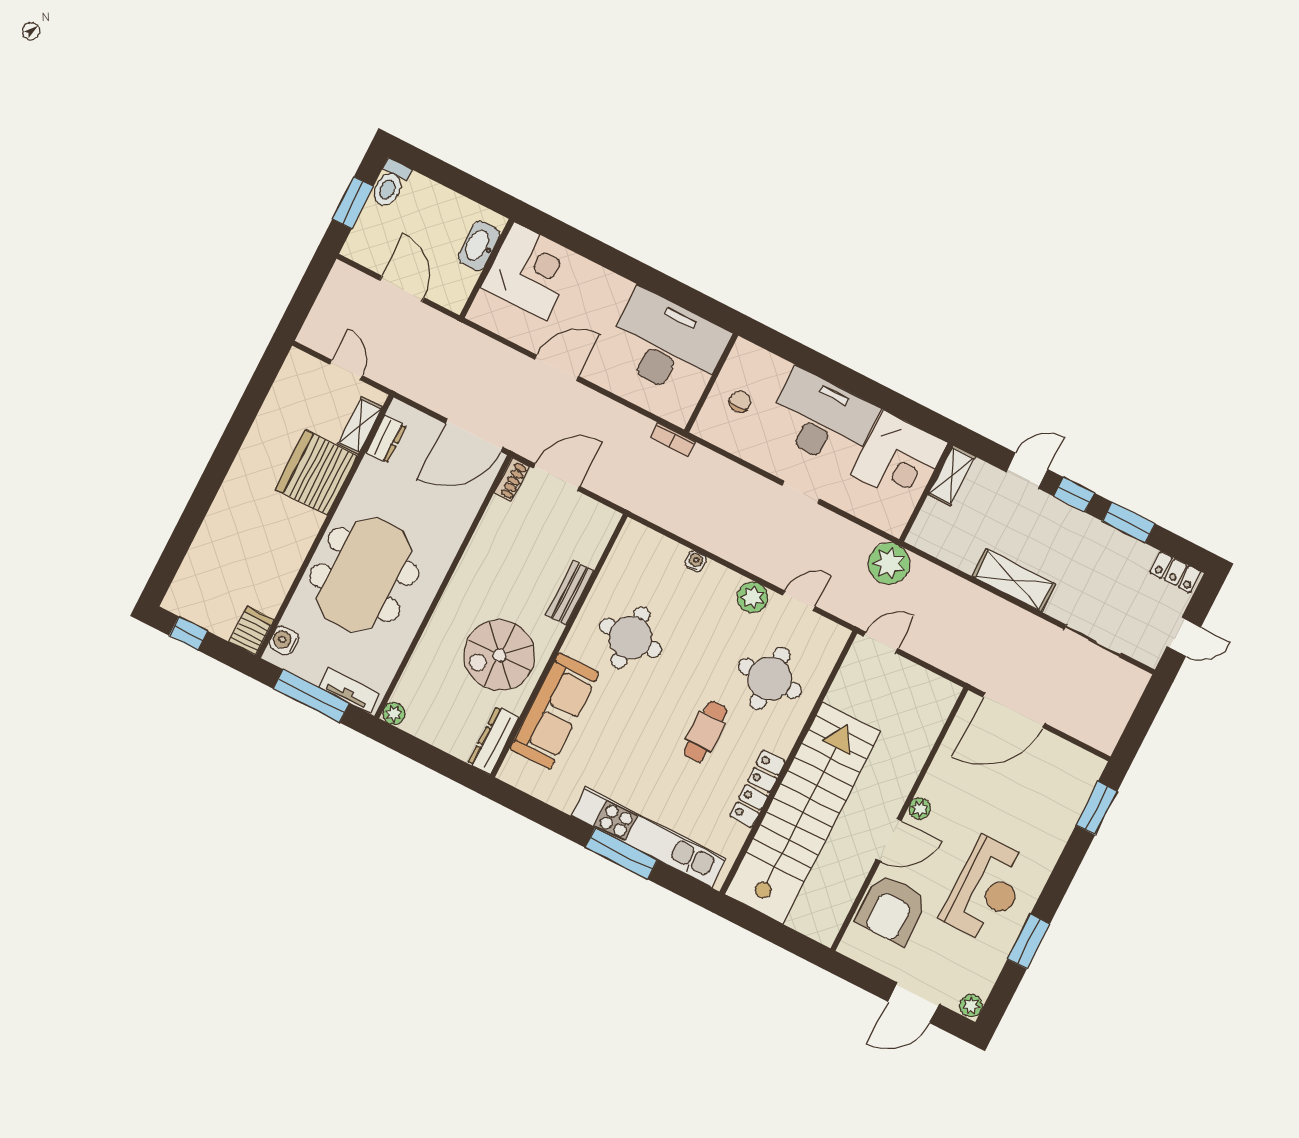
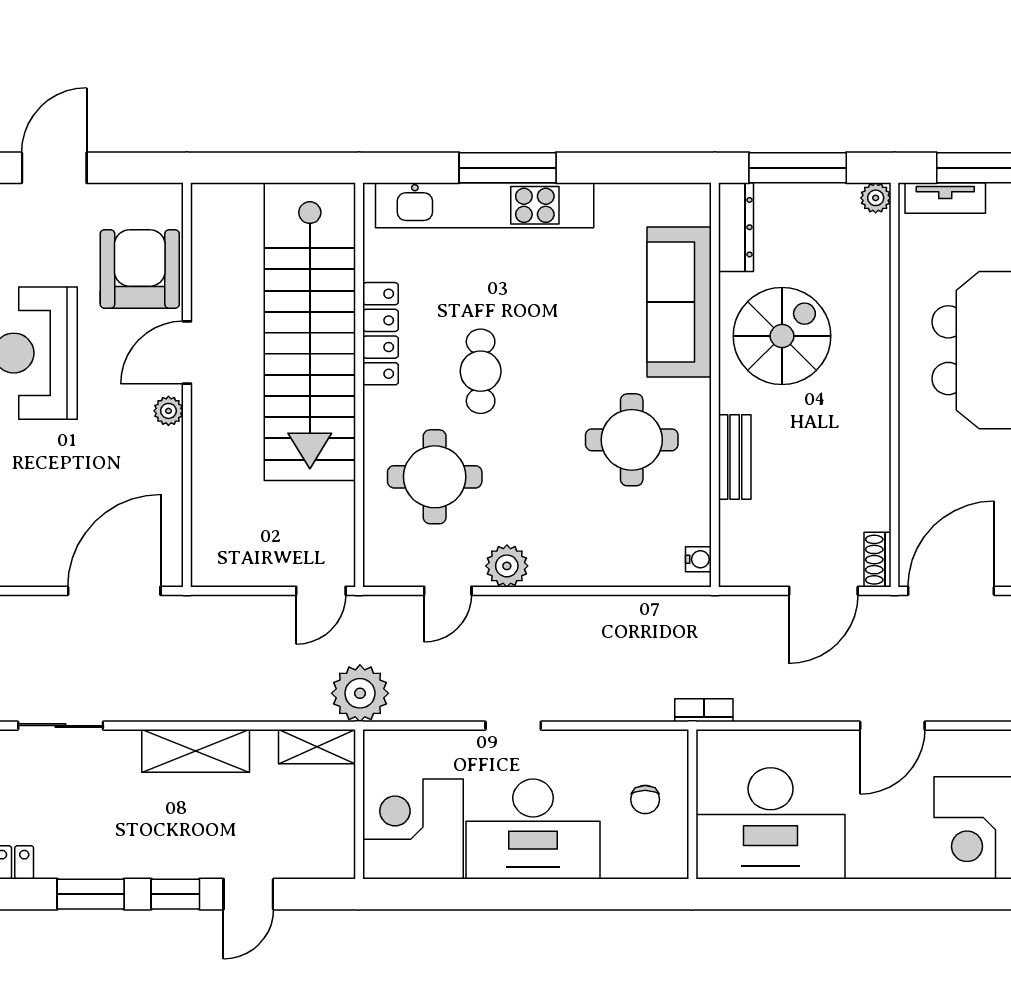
shelving: (952, 476) -> (317, 747), moved, turned 90
water cooler: (695, 561) -> (698, 559), moved, turned -90
window: (434, 759) -> (798, 168), added

